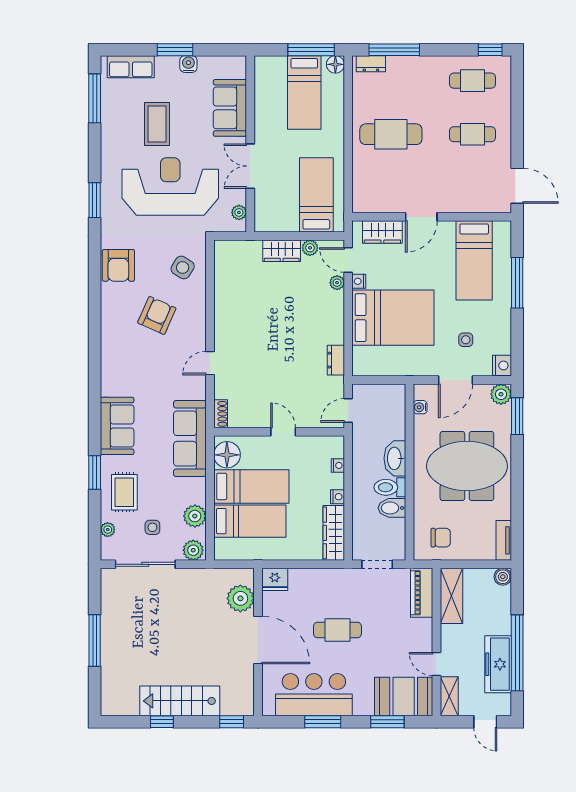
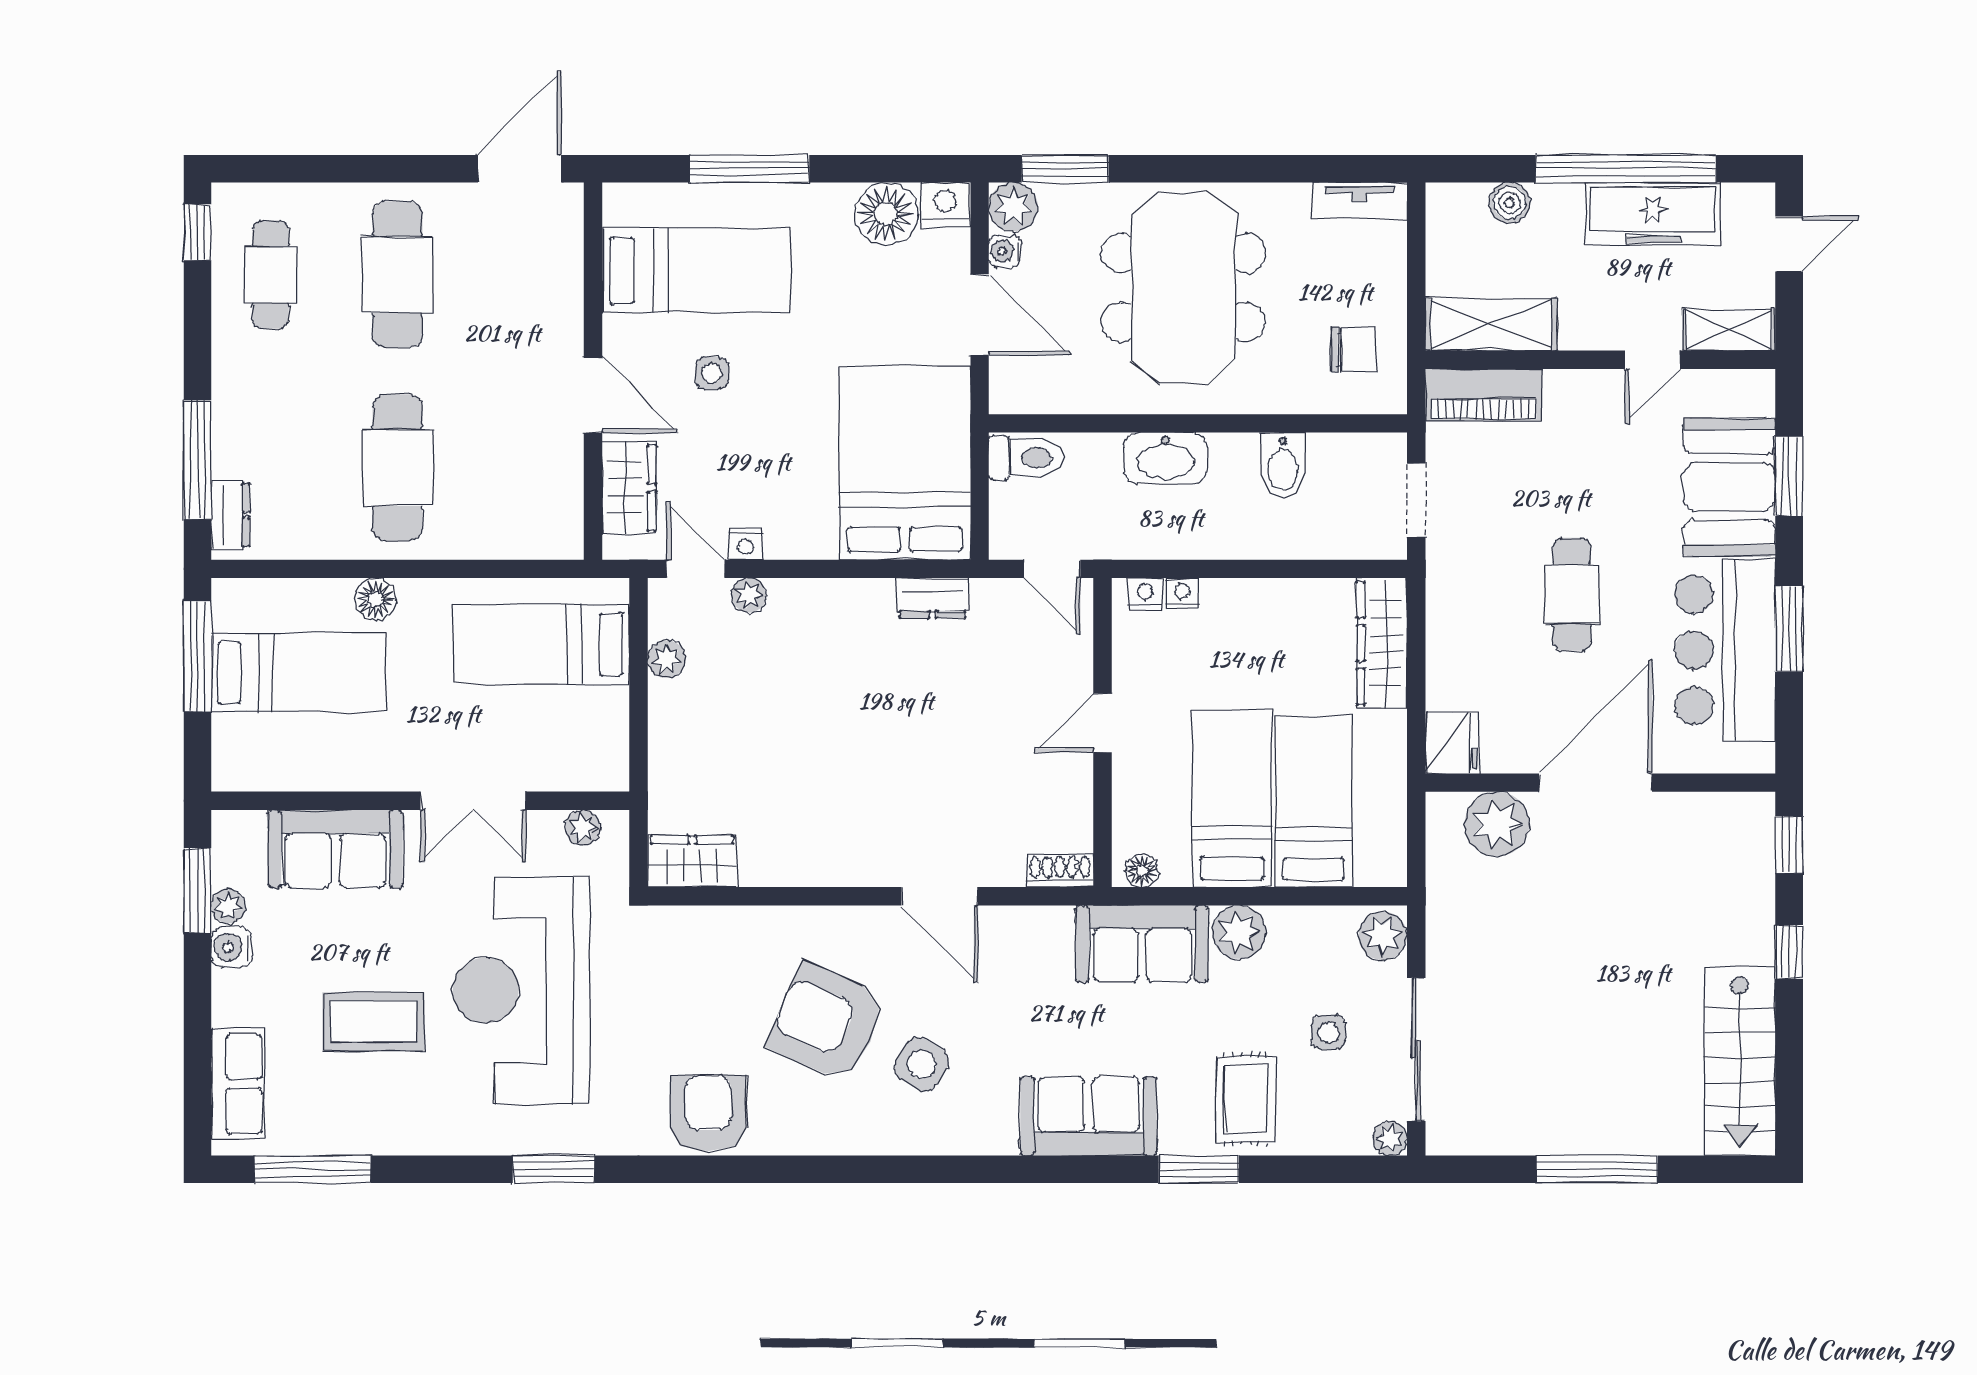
window: (175, 50) -> (197, 890), moved
plant: (206, 63) -> (228, 906), added
floor lamp: (335, 64) -> (376, 599), moved
cafe table: (472, 134) -> (398, 274), width x1.37, depth x1.35
wardrobe: (282, 251) -> (692, 861), moved, turned -90
door: (348, 260) -> (696, 569), swing flipped
armchair: (118, 265) -> (708, 1113), turned -90
side table: (183, 267) -> (922, 1064), moved
armchair: (157, 315) -> (827, 1022), width x1.36, depth x1.36
bed: (393, 318) -> (905, 463), moved
side table: (466, 340) -> (712, 373), moved
floor lamp: (498, 340) -> (886, 214), added
door: (210, 363) -> (940, 896), width x1.38
water cooler: (420, 407) -> (1005, 251), moved, turned 90
sofa: (190, 438) -> (1142, 944), width x0.73
floor lamp: (227, 455) -> (1142, 871), width x0.53, depth x0.53
toilet: (390, 487) -> (1026, 458), moved, turned -90
rug: (124, 492) -> (1246, 1099), turned 90
nightstand: (338, 497) -> (1145, 594), moved
plant: (195, 516) -> (1239, 932), moved
plant: (108, 530) -> (1390, 1138), moved
wardrobe: (334, 533) -> (1382, 643), moved, turned 90
chair: (441, 538) -> (1353, 350), turned 90
boiler: (503, 577) -> (1510, 203), moved
booth: (404, 697) -> (1729, 487), moved
stairs: (180, 701) -> (1740, 1061), moved
window: (162, 722) -> (1789, 952), moved

